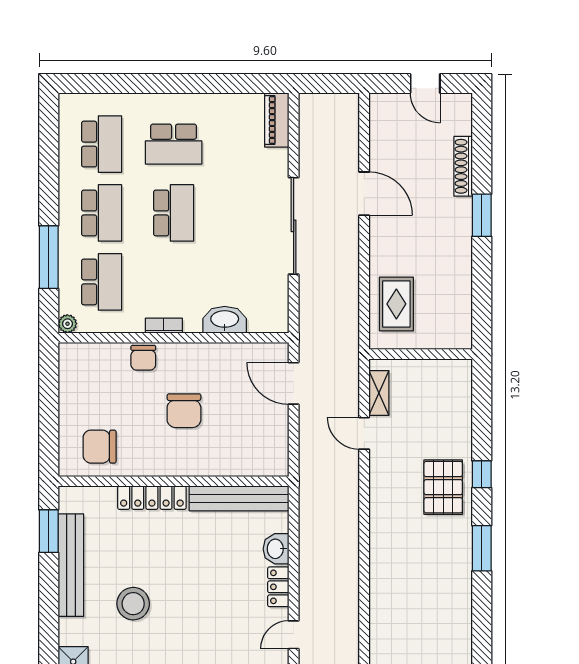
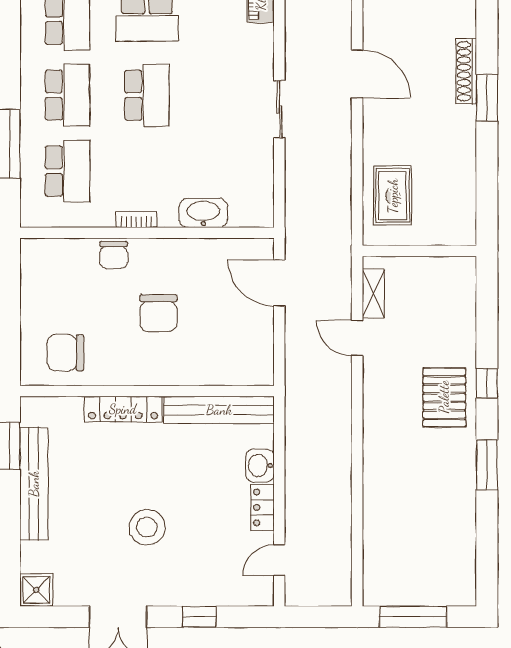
shoe rack: (463, 166) -> (466, 71), moved
sliding door: (294, 226) -> (279, 109), width x0.54
plant: (67, 324) -> (30, 217), removed
stool: (133, 604) -> (147, 527), moved

